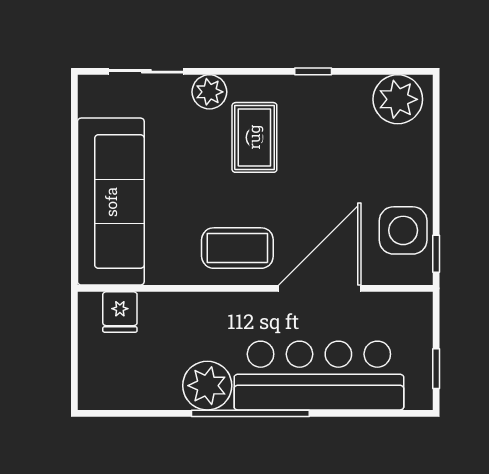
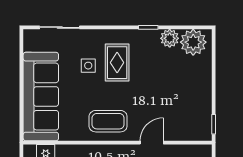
plant: (209, 92) -> (170, 38), moved
side table: (403, 230) -> (88, 66), moved, width x0.54, depth x0.54
door: (320, 288) -> (152, 143), width x0.53

